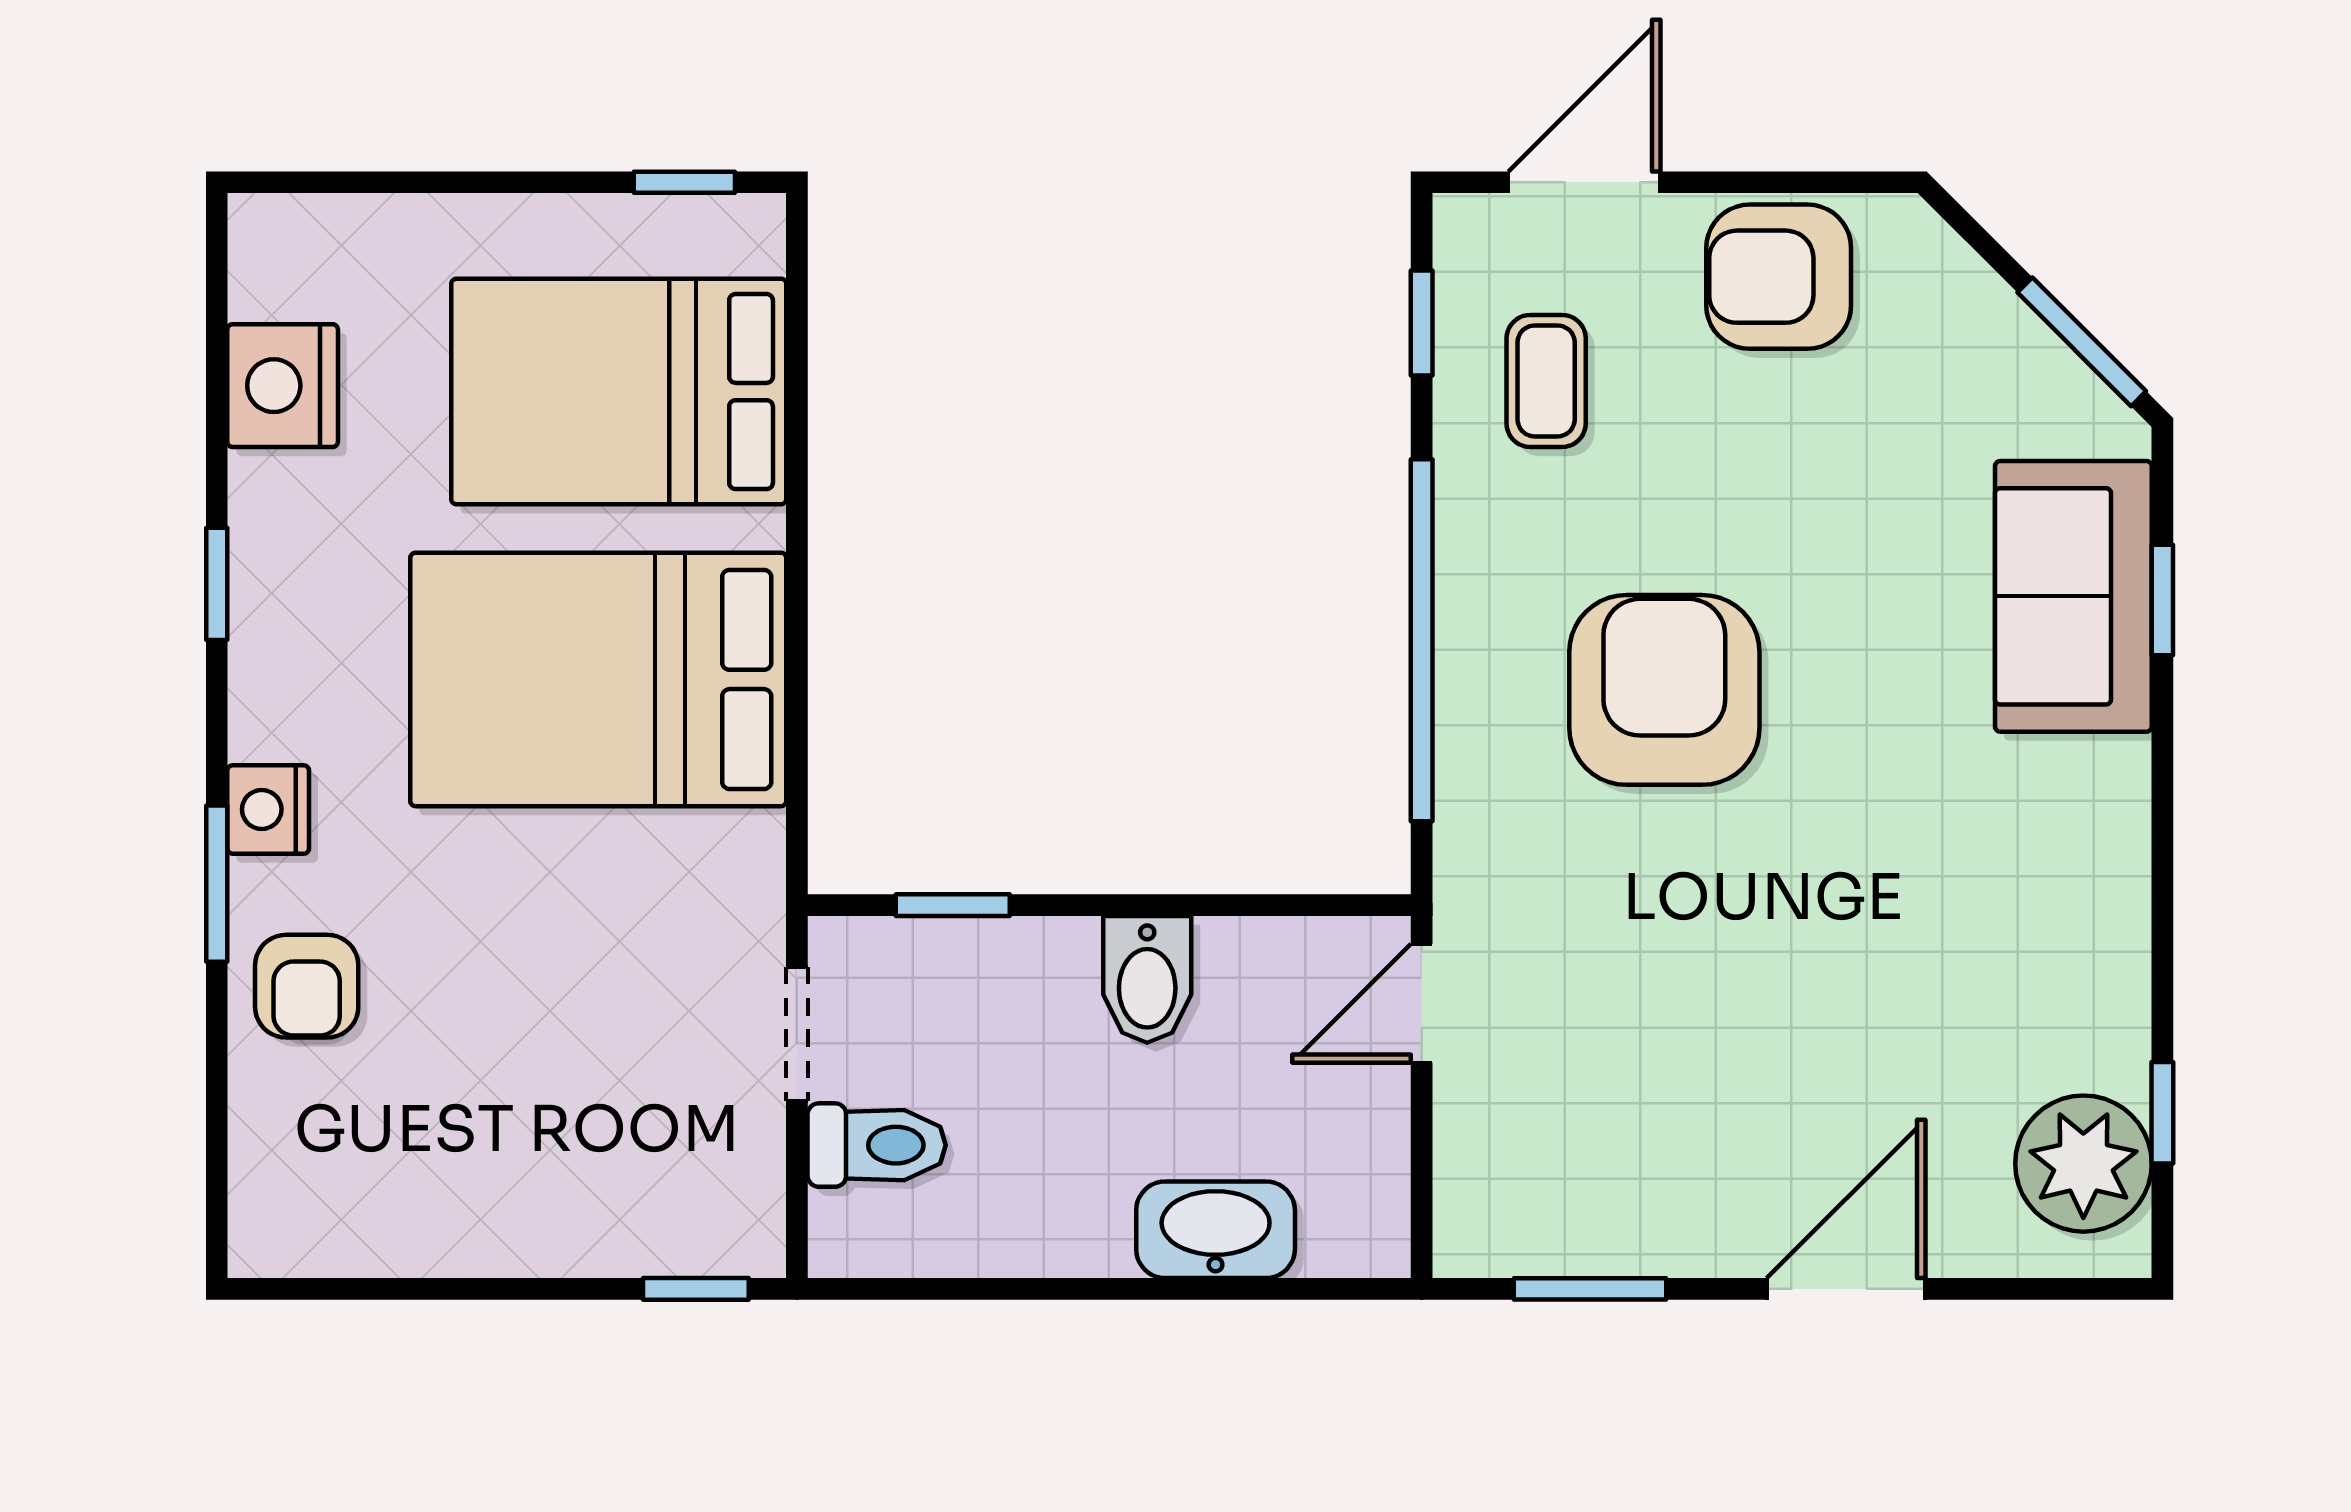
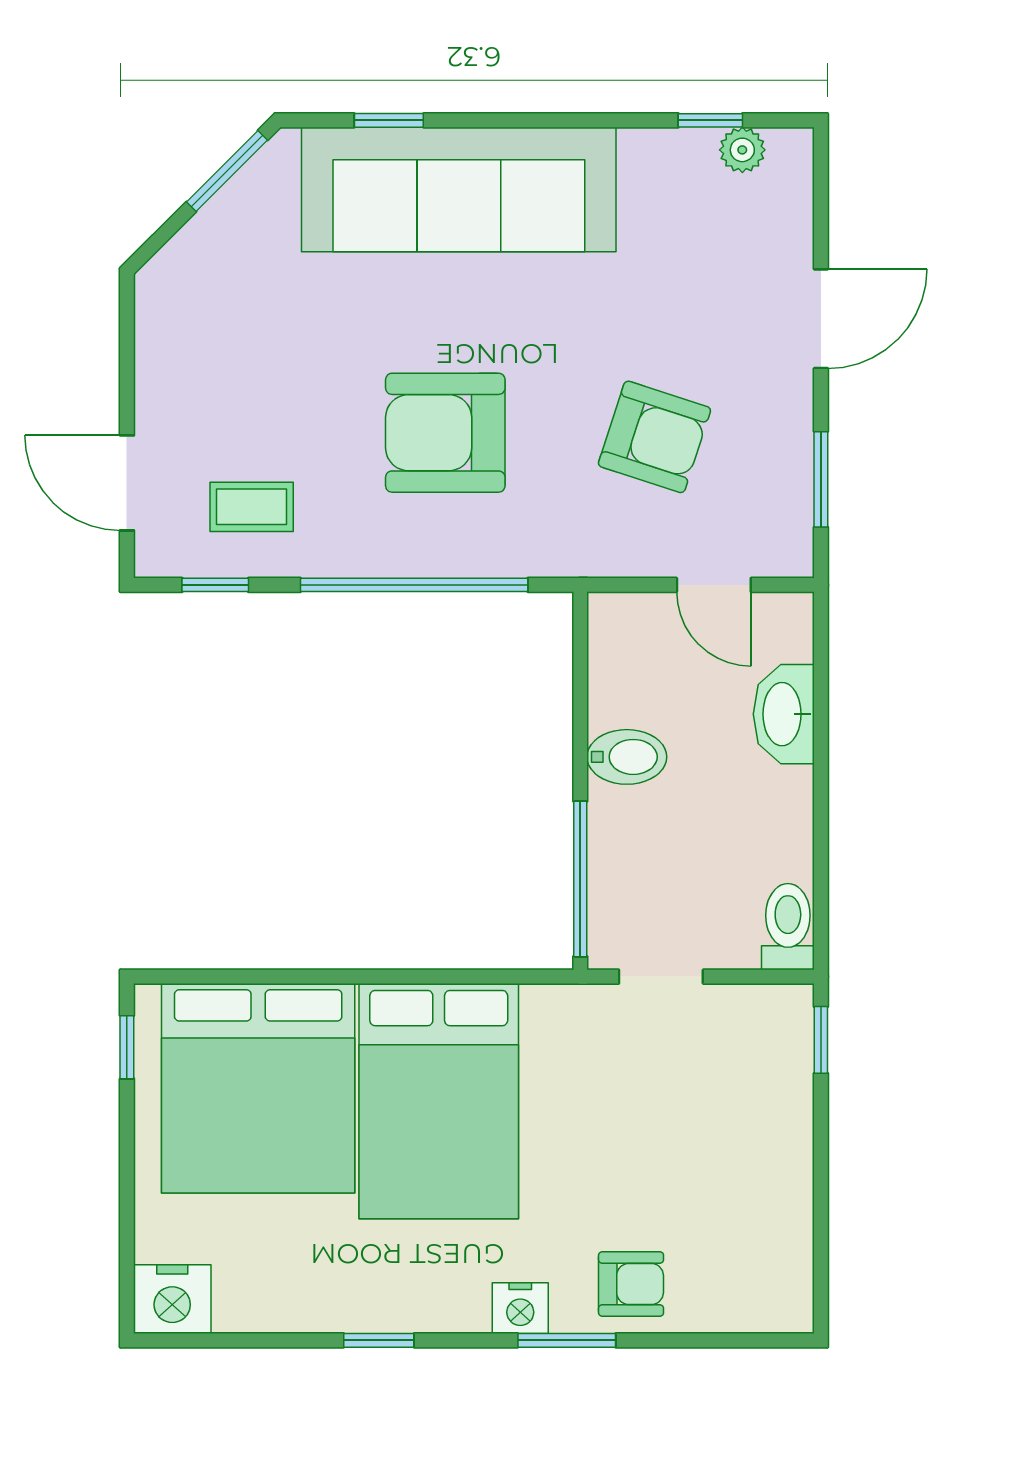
armchair: (1779, 277) -> (654, 437), moved, turned -72
nightstand: (283, 386) -> (172, 1299), moved
bed: (619, 392) -> (258, 1088), width x1.36
sofa: (2073, 596) -> (459, 189), width x1.85, depth x1.27
window: (953, 905) -> (580, 879), width x2.17
door: (1422, 1003) -> (714, 585), moved
toilet: (877, 1145) -> (788, 927), moved
plant: (2083, 1164) -> (742, 150), width x0.53, depth x0.53
door: (1846, 1289) -> (821, 319), swing flipped

